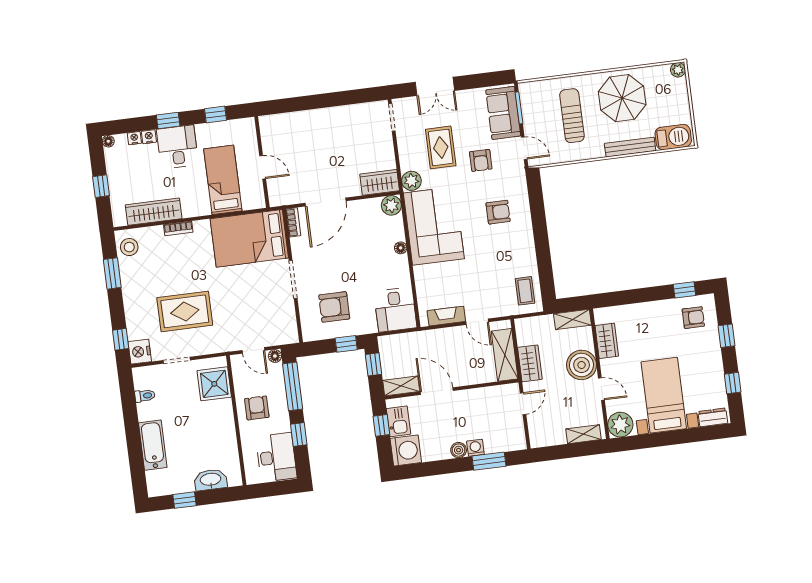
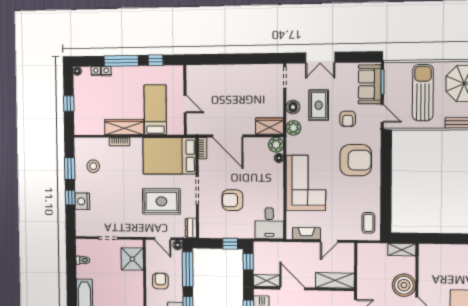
sun lounger: (572, 116) -> (423, 93), width x1.36, depth x1.34
window: (168, 121) -> (121, 61), width x2.17
desk: (177, 147) -> (126, 81), removed
floor lamp: (407, 154) -> (293, 107), added
door: (325, 202) -> (228, 136), hinge flipped
wardrobe: (154, 212) -> (124, 127), moved
armchair: (498, 212) -> (356, 160), width x1.88, depth x1.88
corner sofa: (434, 226) -> (306, 183), moved
stool: (129, 247) -> (93, 166), moved
floor lamp: (401, 248) -> (279, 158), moved
armchair: (334, 307) -> (232, 200), moved
rug: (185, 311) -> (161, 201), moved
door: (477, 322) -> (329, 241), hinge flipped
dresser: (290, 330) -> (191, 228), added
window: (121, 339) -> (70, 198), moved
wardrobe: (607, 341) -> (426, 270), removed
nightstand: (140, 352) -> (82, 201), moved
shelving: (505, 355) -> (335, 280), moved, turned 90
wardrobe: (530, 363) -> (365, 278), removed

